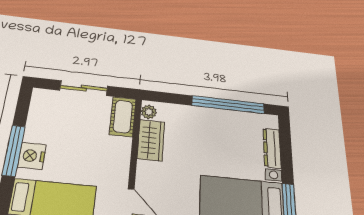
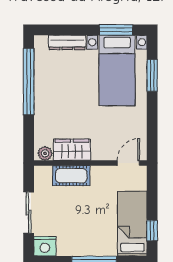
cot: (123, 117) -> (71, 176), moved
nightstand: (32, 156) -> (45, 246), moved

